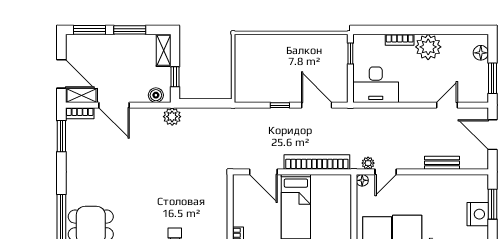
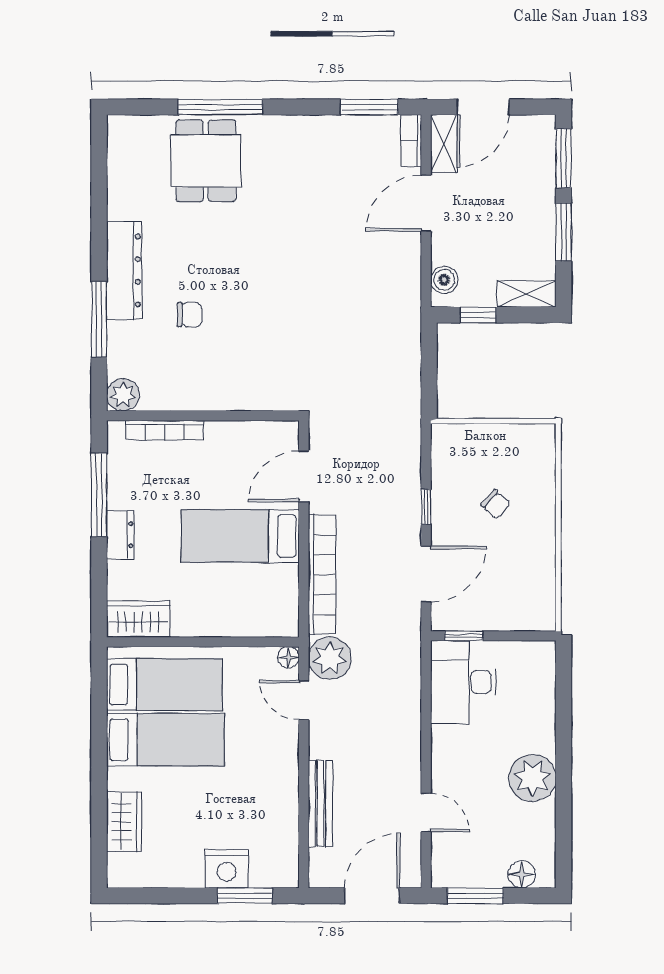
bookcase: (400, 40) -> (546, 726), removed
window: (350, 54) -> (464, 636), moved
chair: (278, 67) -> (496, 504), added
plant: (172, 117) -> (405, 309), removed
plant: (368, 163) -> (330, 658), width x1.87, depth x1.87
bench: (442, 163) -> (320, 803), width x1.36

